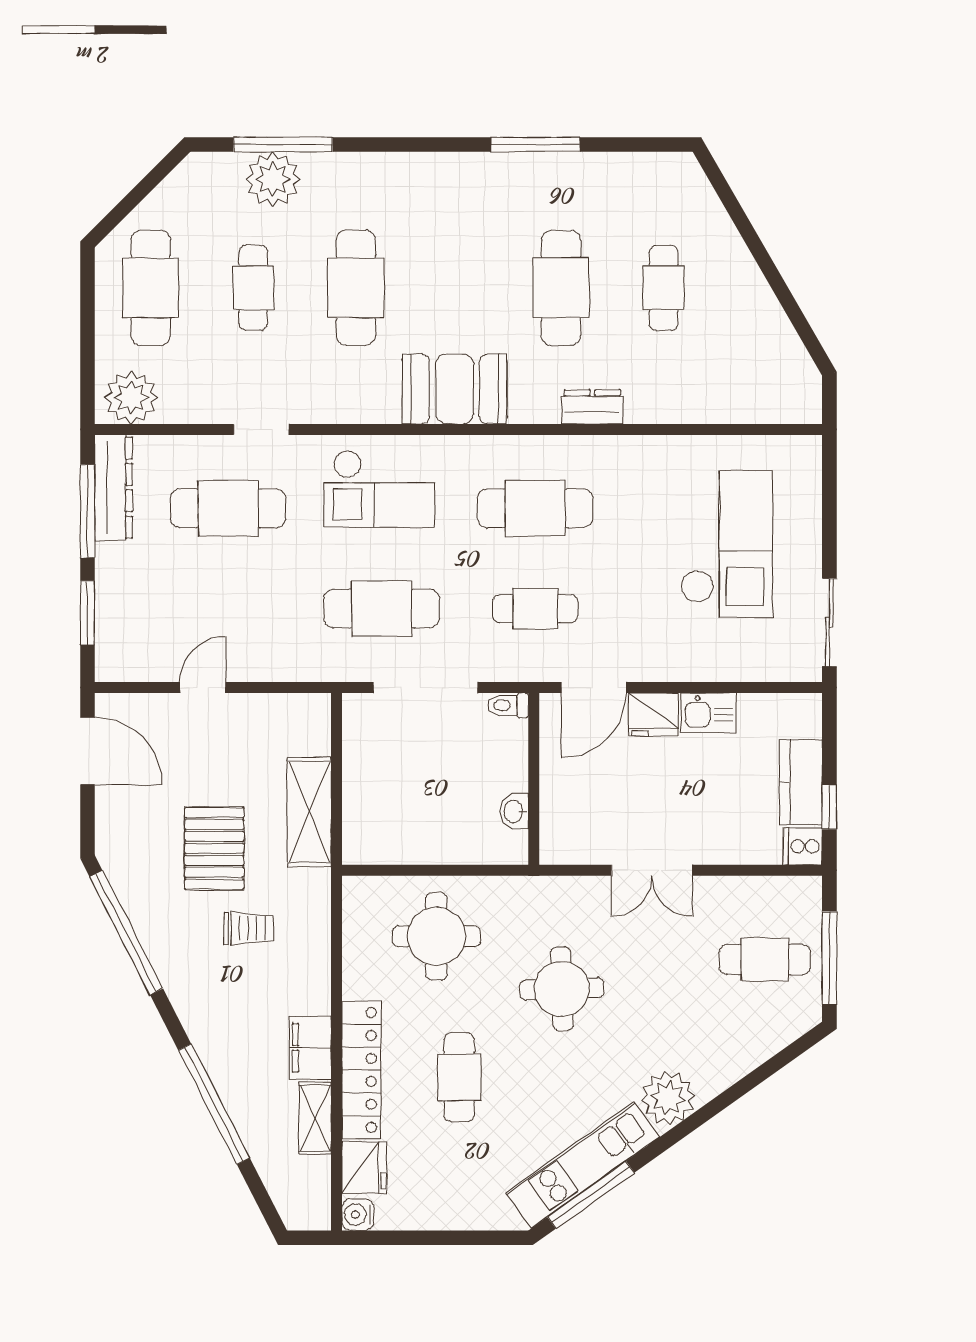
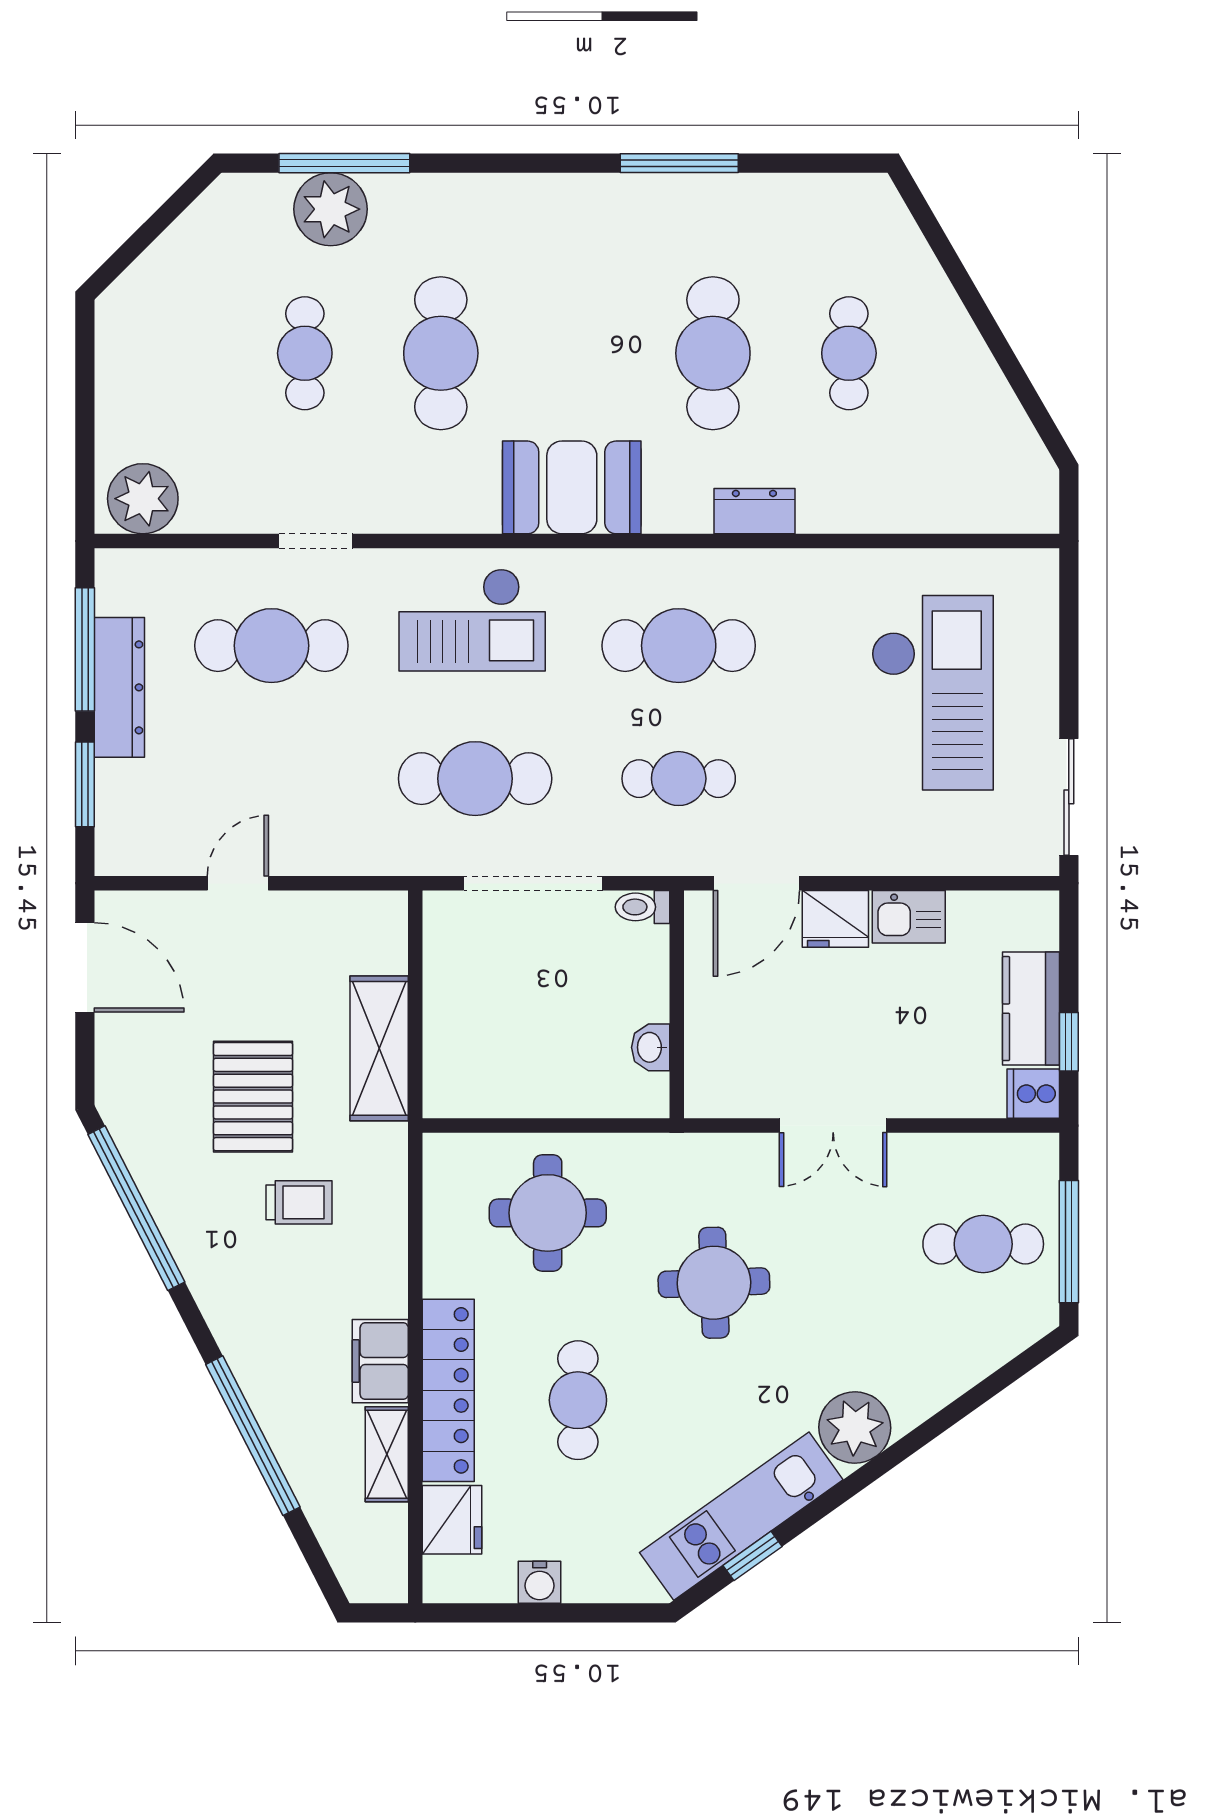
cafe table: (151, 288) -> (169, 353), removed
dresser: (113, 488) -> (119, 687), moved
window: (591, 1195) -> (753, 1556), width x0.46
water cooler: (358, 1215) -> (540, 1582), moved, turned -90

